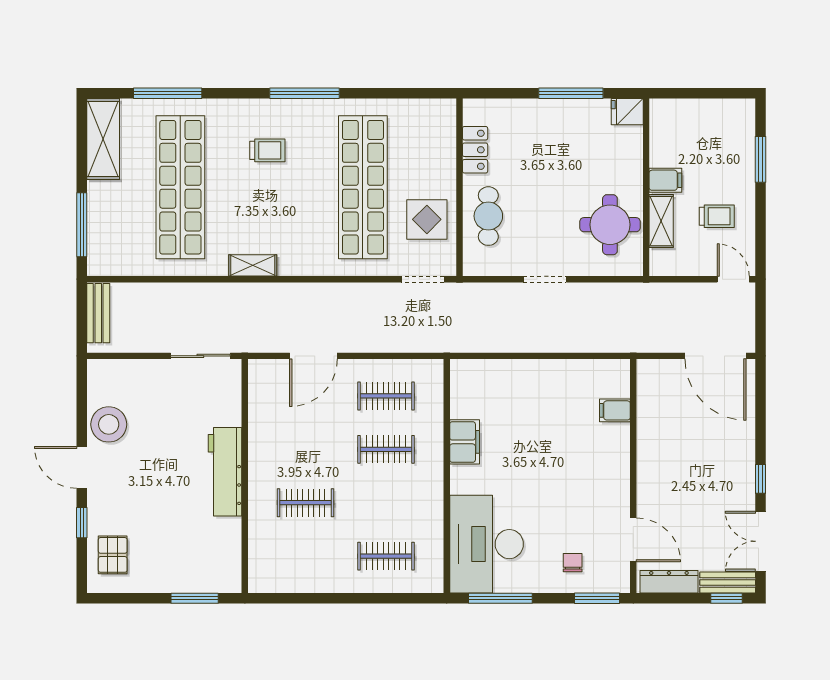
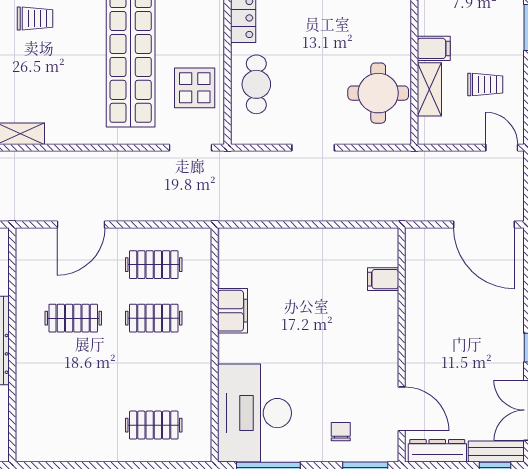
clothes rail: (306, 503) -> (73, 318), moved

